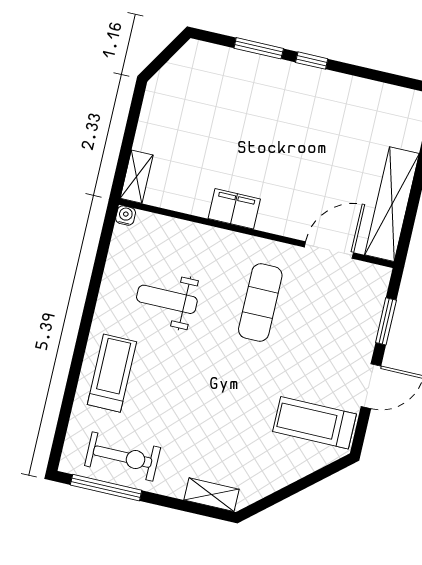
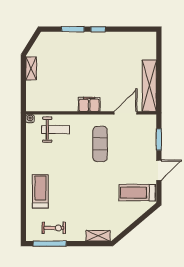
shelving: (137, 177) -> (31, 68), moved
filing cabinet: (234, 209) -> (89, 104), moved
weight bench: (167, 299) -> (56, 130), moved, turned 180
exercise bike: (123, 457) -> (54, 228), width x0.73, depth x0.72

